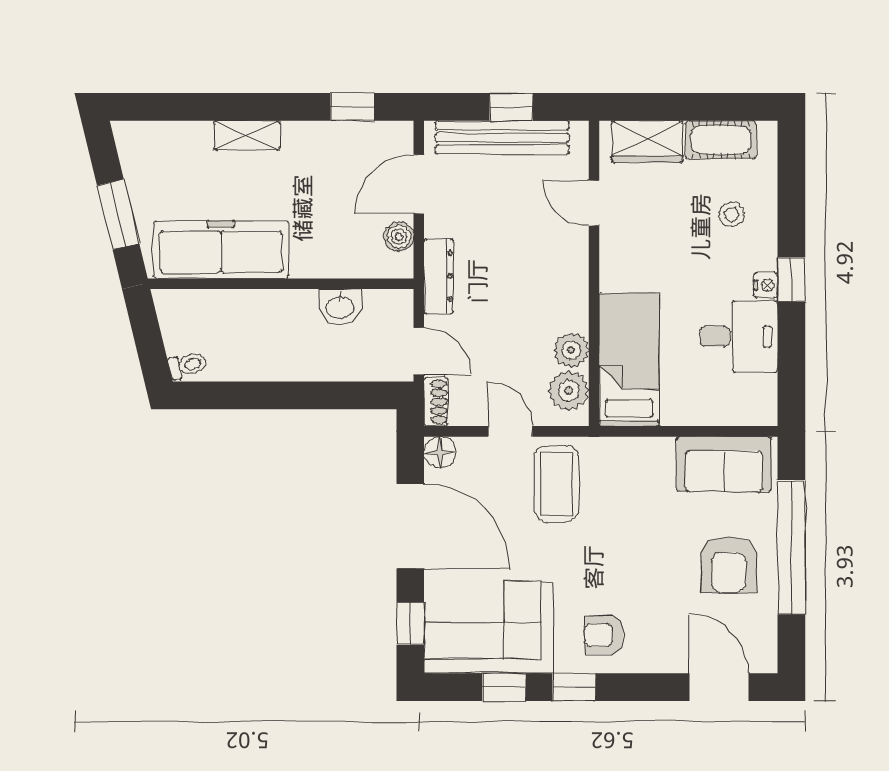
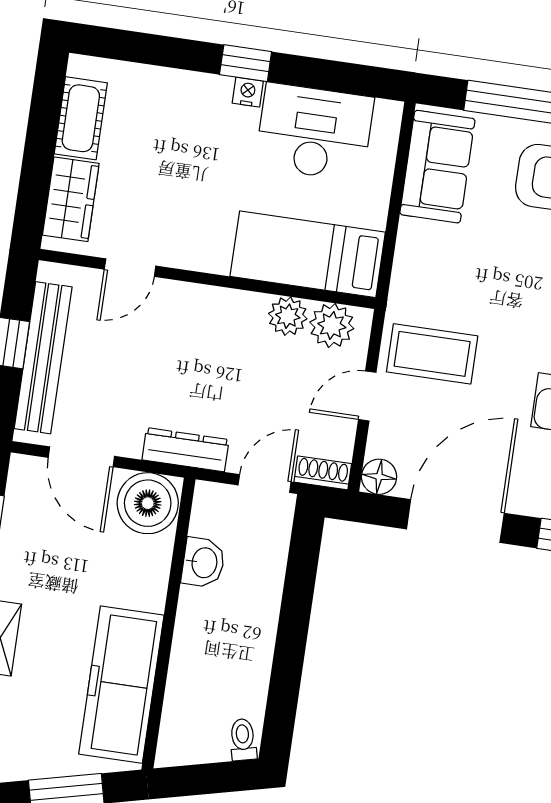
stool: (731, 215) -> (165, 118), removed
boiler: (399, 237) -> (148, 503), width x1.86, depth x1.86
desk: (739, 336) -> (314, 132), width x1.37

